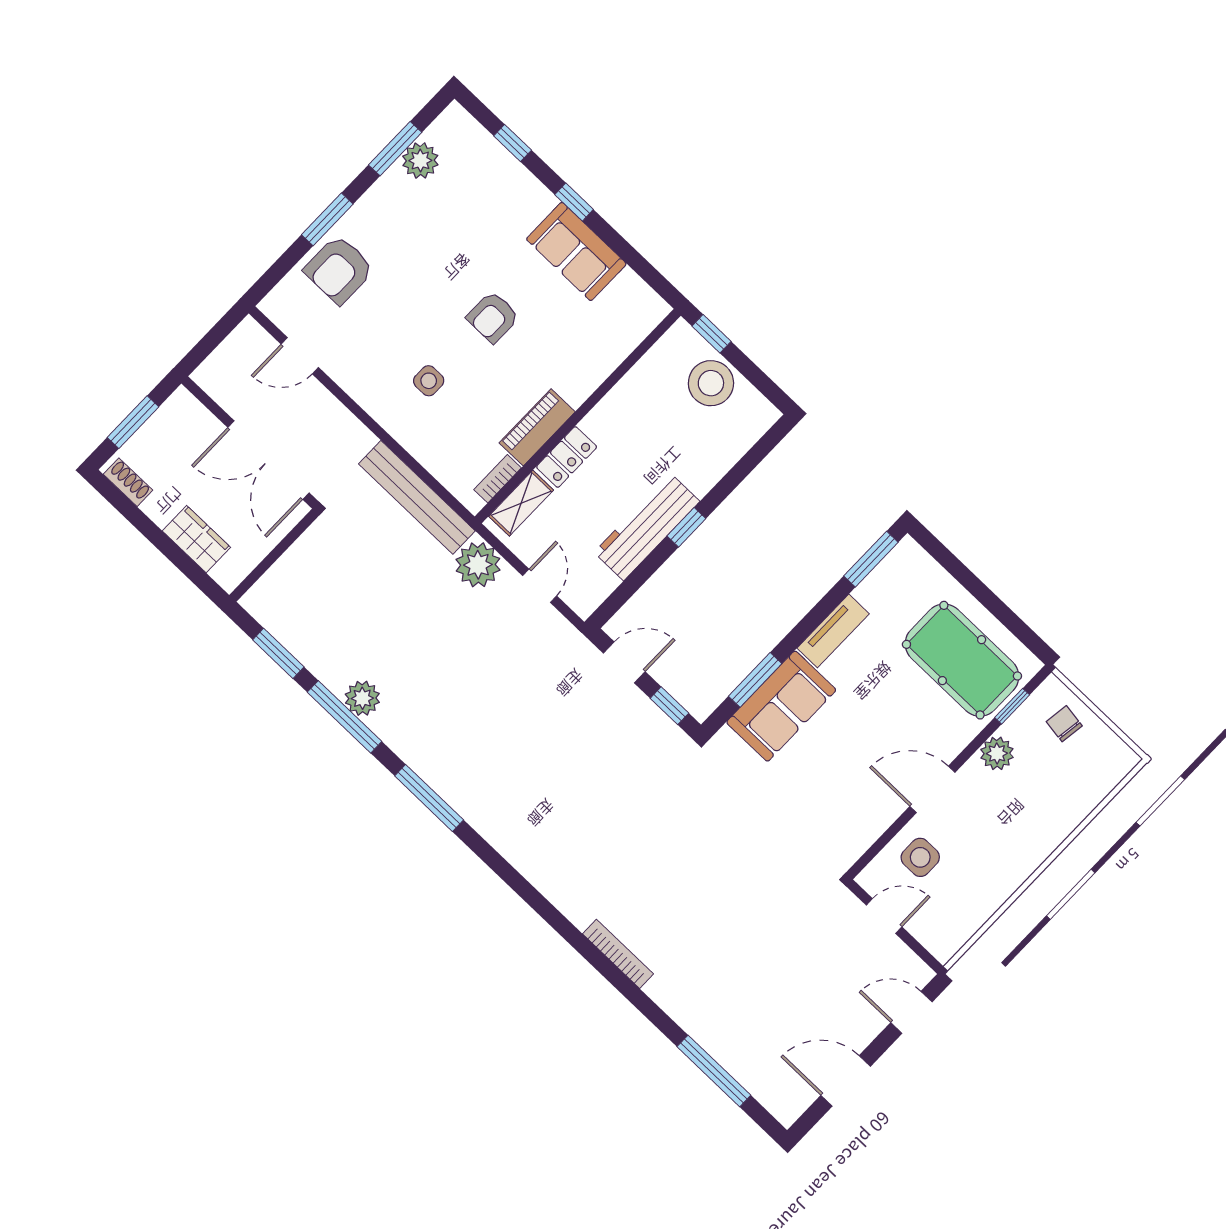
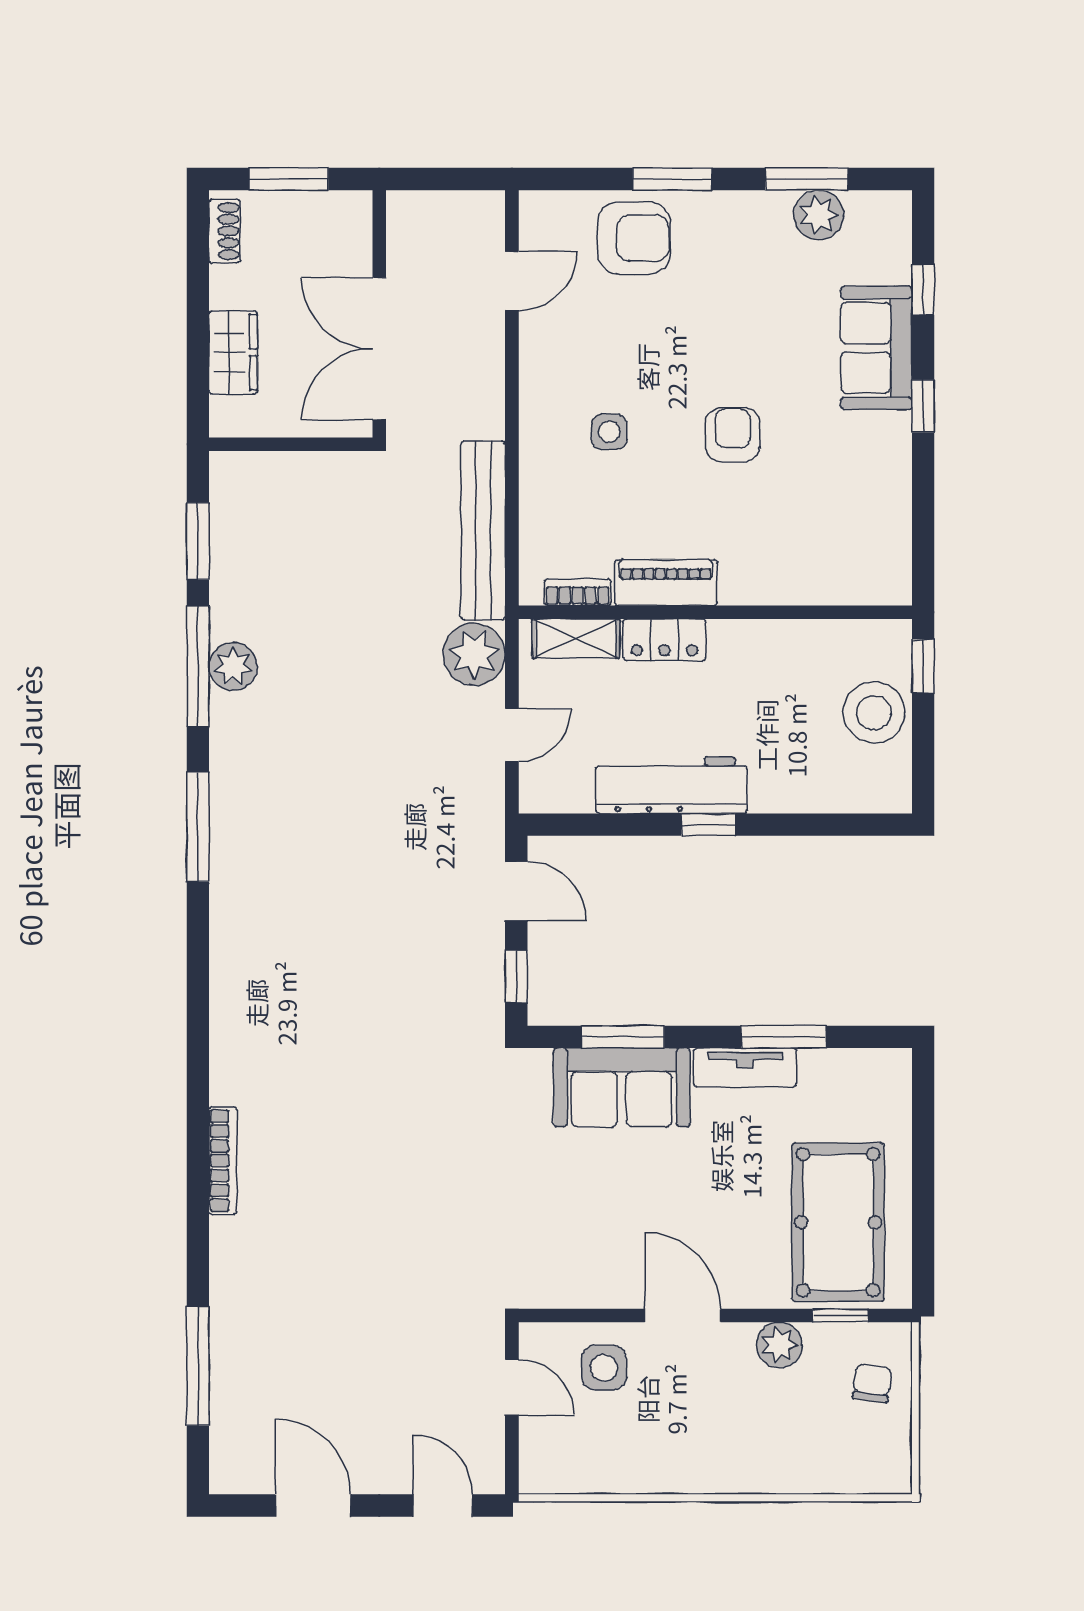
sofa: (576, 251) -> (876, 348), moved
armchair: (339, 270) -> (634, 238), turned 180
armchair: (493, 317) -> (733, 435), turned 90
door: (300, 356) -> (512, 281), swing flipped
window: (871, 559) -> (783, 1037), moved

